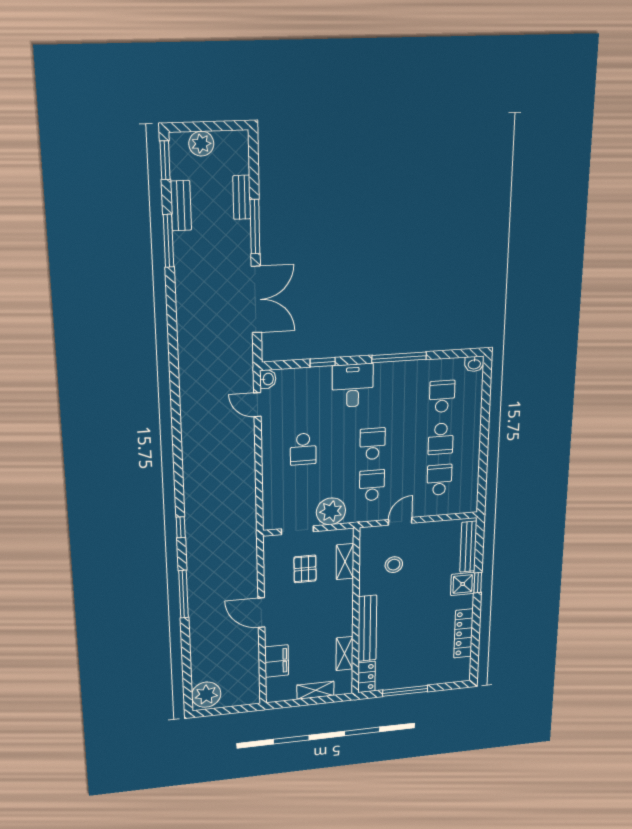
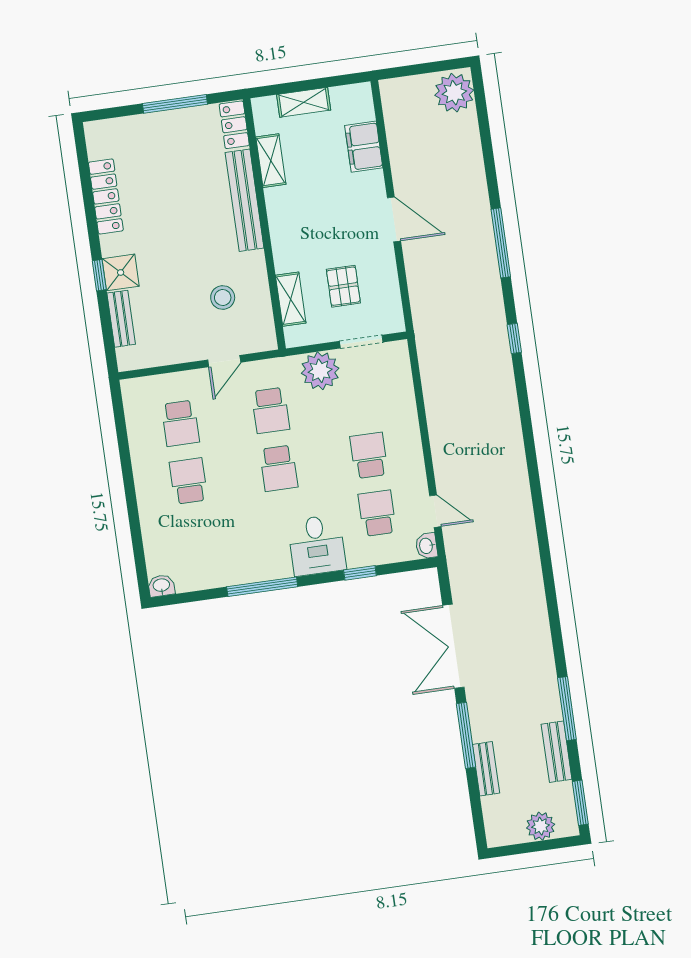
school desk: (442, 396) -> (377, 513), moved, turned 180
bench: (468, 547) -> (121, 319), width x0.73

